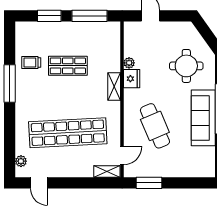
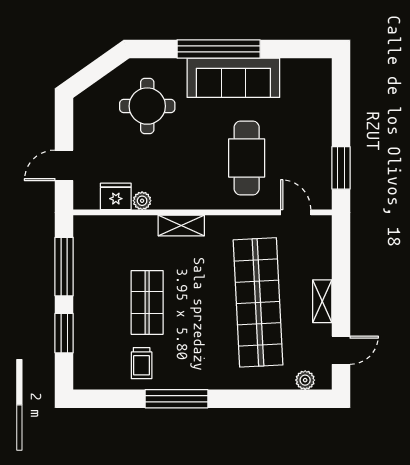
fridge: (132, 79) -> (116, 196), moved
cafe table: (155, 126) -> (247, 158), turned -67
shelving: (107, 172) -> (322, 301), moved

